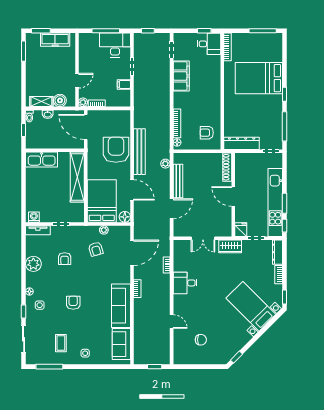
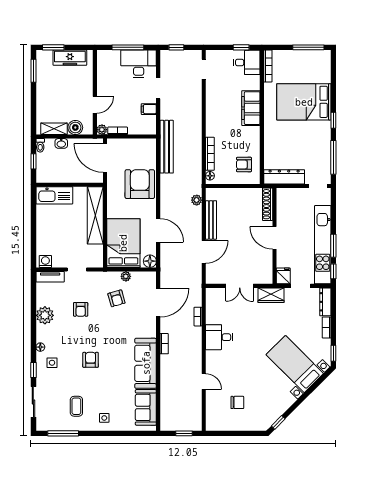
filing cabinet: (181, 76) -> (251, 108), moved, turned 180
bench: (139, 152) -> (167, 147), moved

